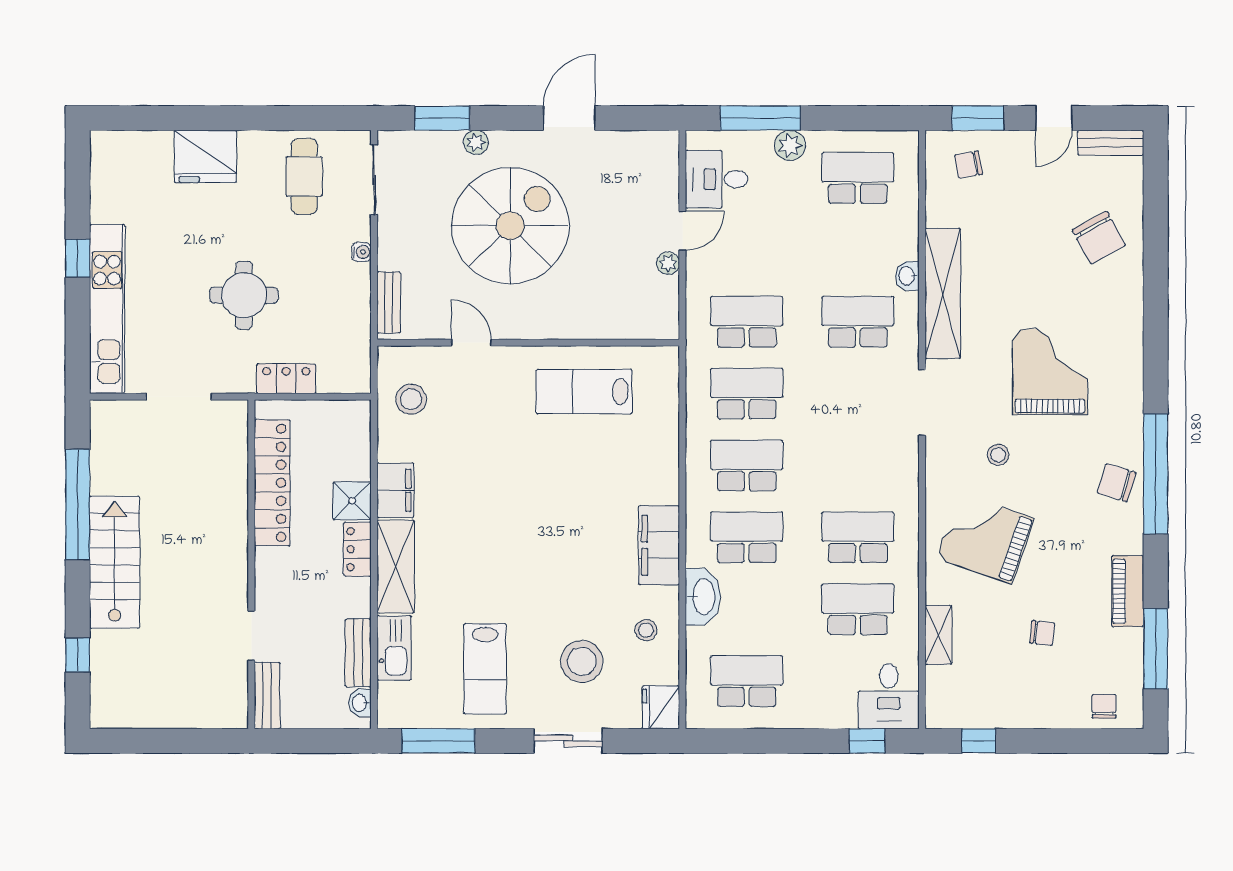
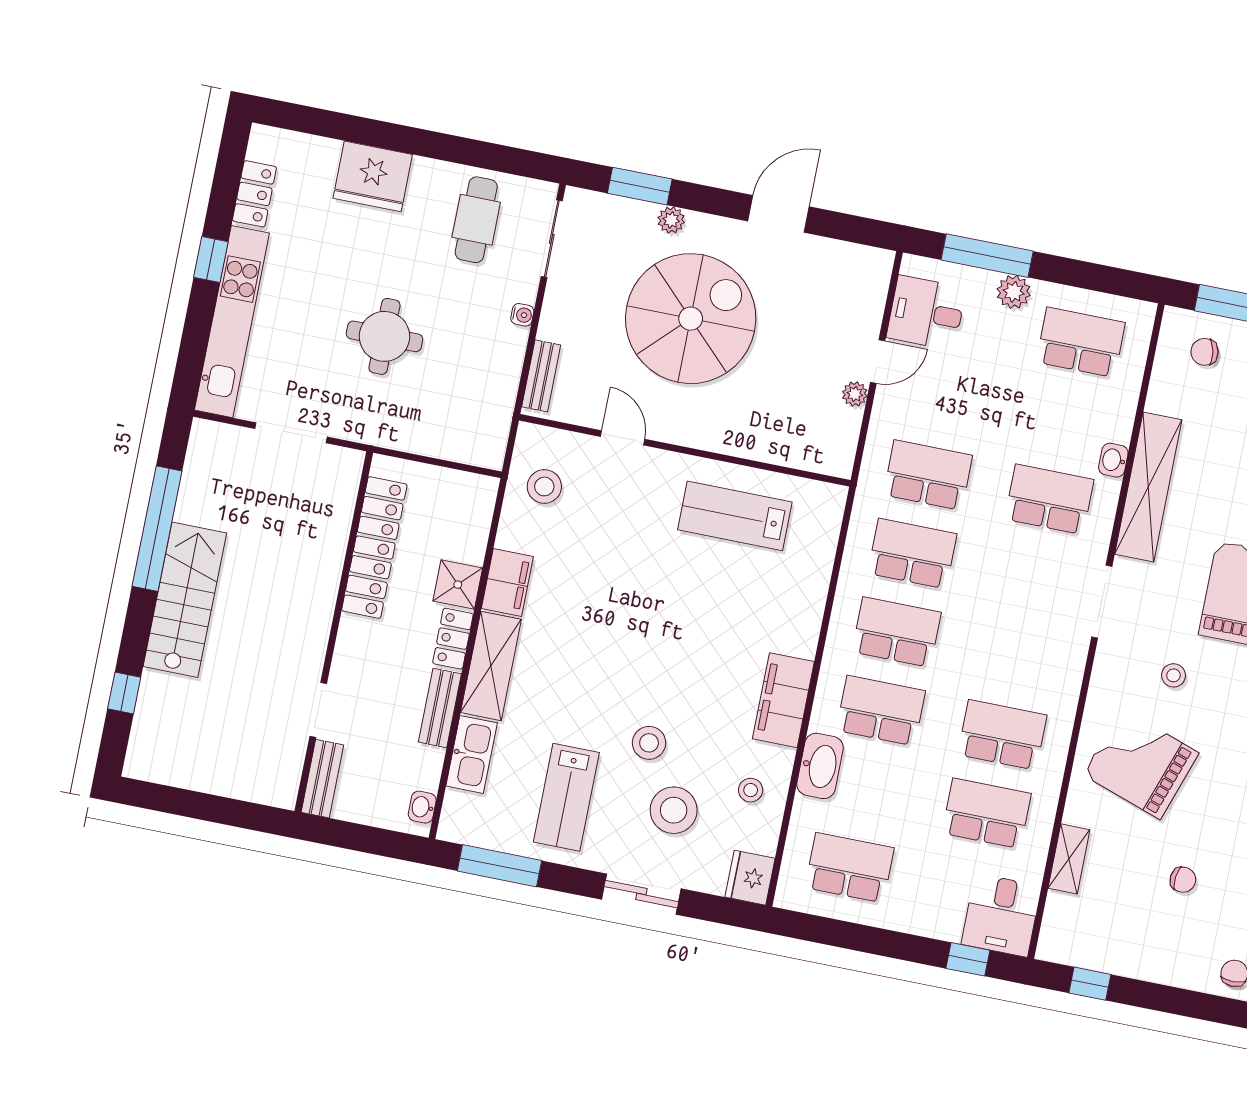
locker: (286, 379) -> (254, 194), moved, turned 90
stool: (548, 606) -> (649, 743), added
bench: (358, 653) -> (440, 708), moved

